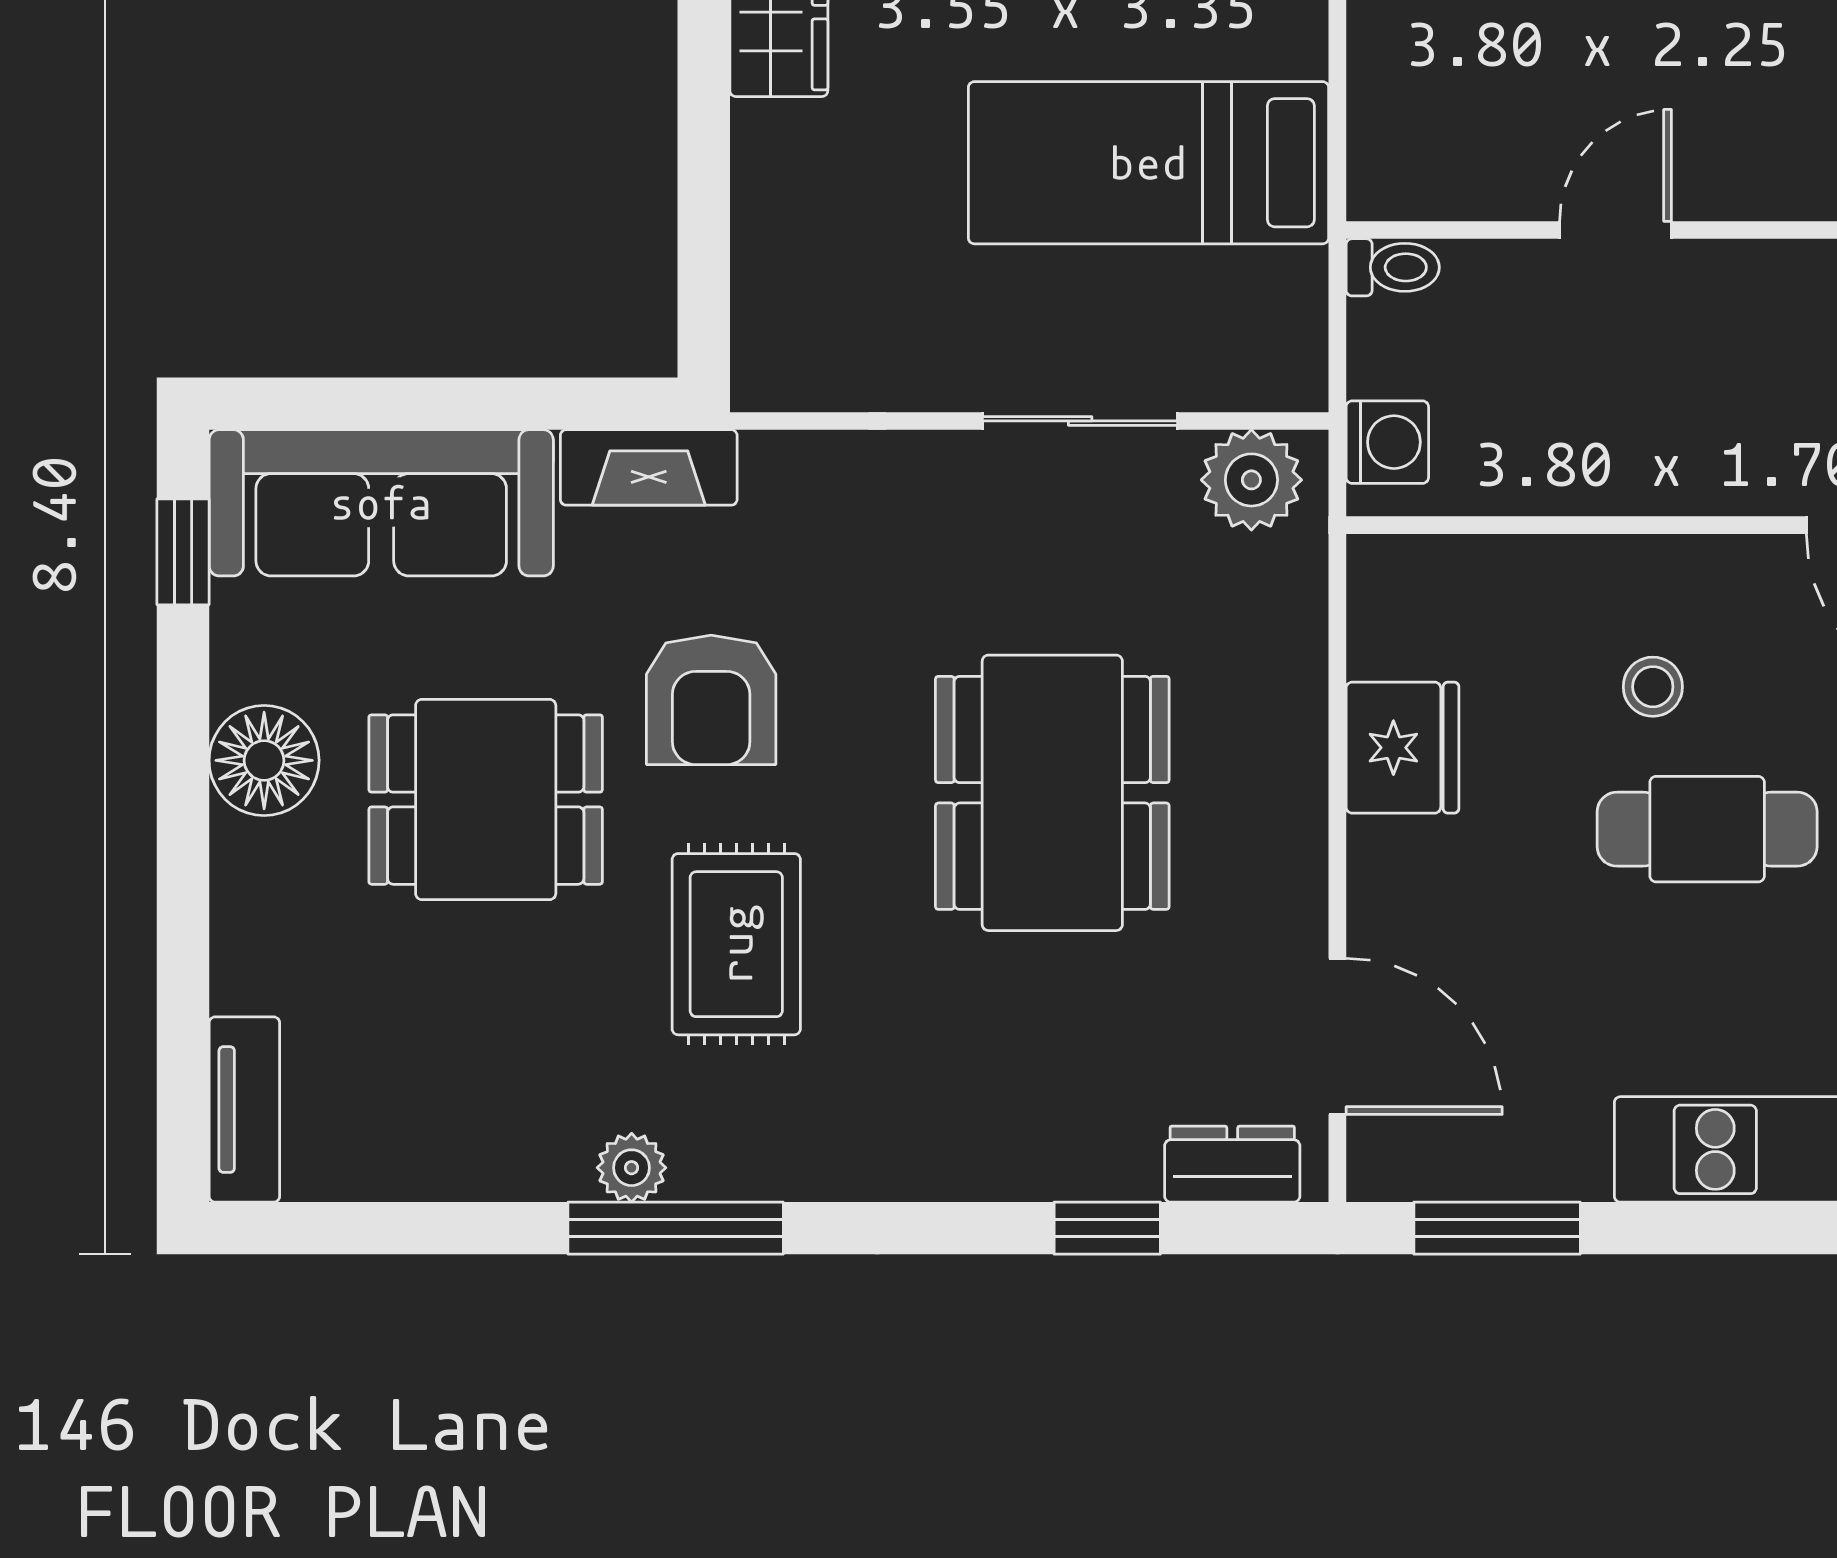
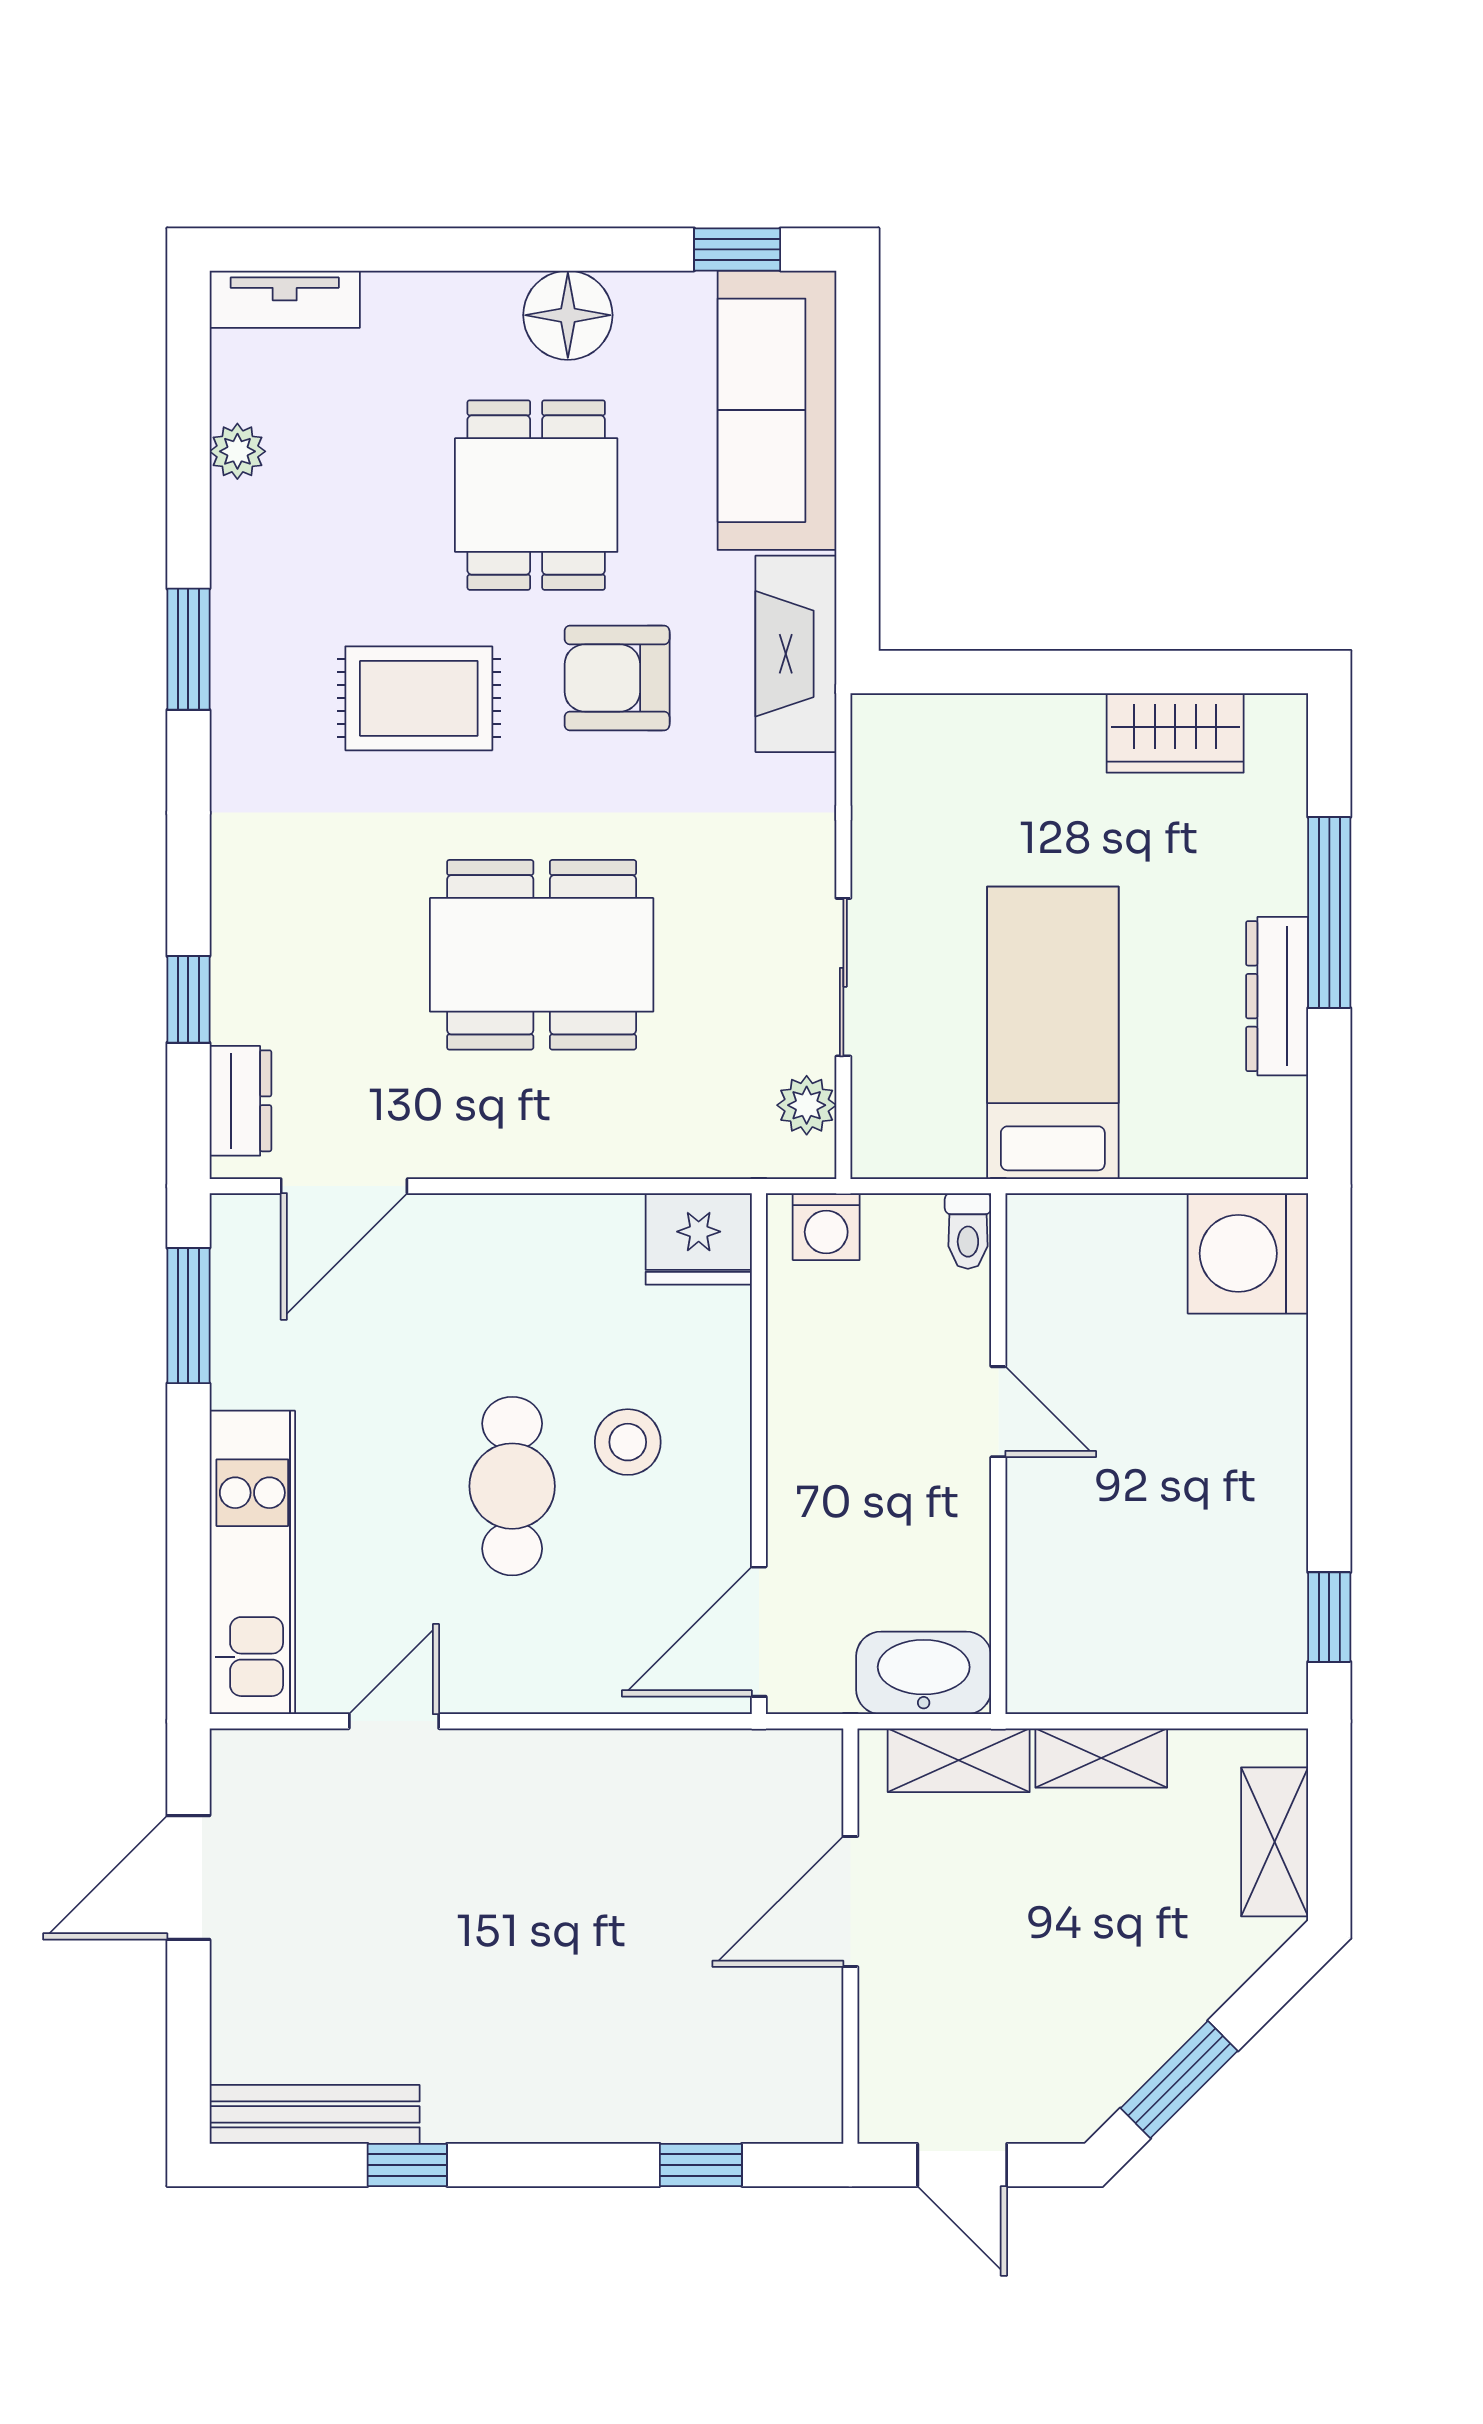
fireplace: (649, 467) -> (796, 654), width x1.37, depth x1.32
plant: (1251, 480) -> (807, 1105), width x0.73, depth x0.73
stool: (1653, 687) -> (628, 1442), width x1.37, depth x1.37
fridge: (1402, 748) -> (699, 1239), moved
plant: (632, 1168) -> (237, 451), moved
window: (676, 1228) -> (188, 649), width x0.69

